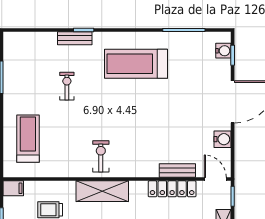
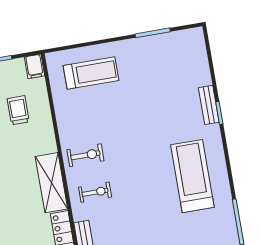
exercise bike: (67, 86) -> (95, 192), moved
shelving: (102, 191) -> (51, 183), moved

